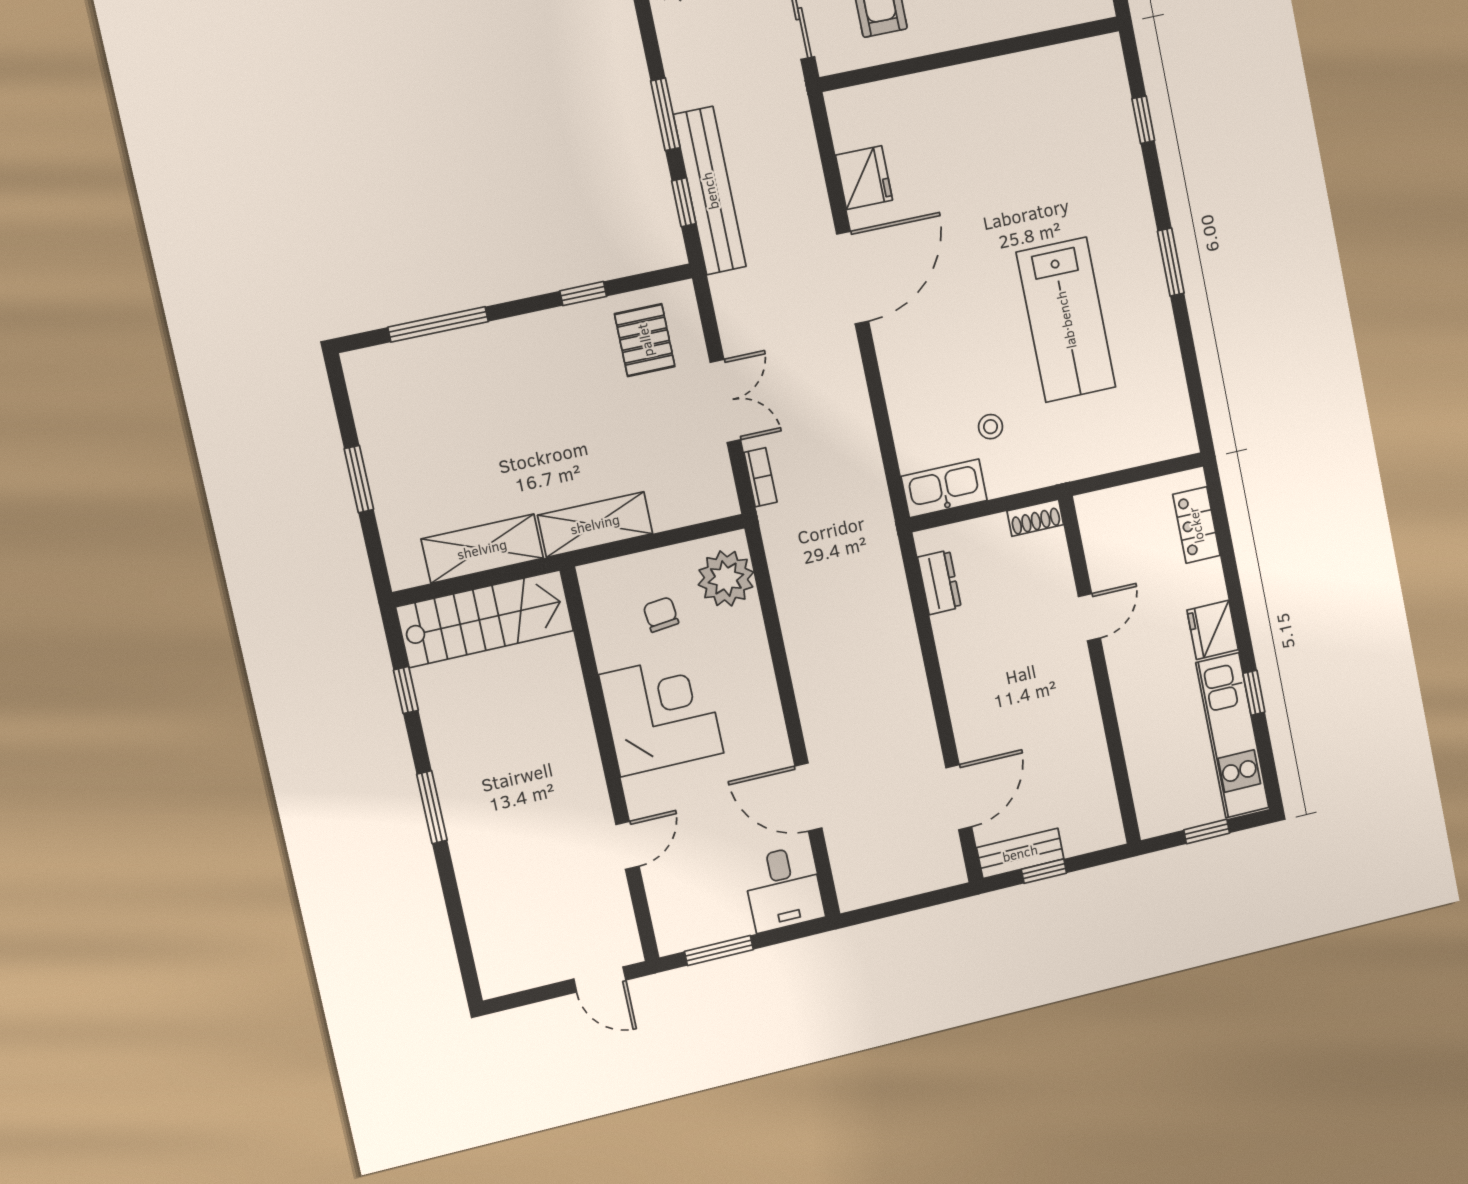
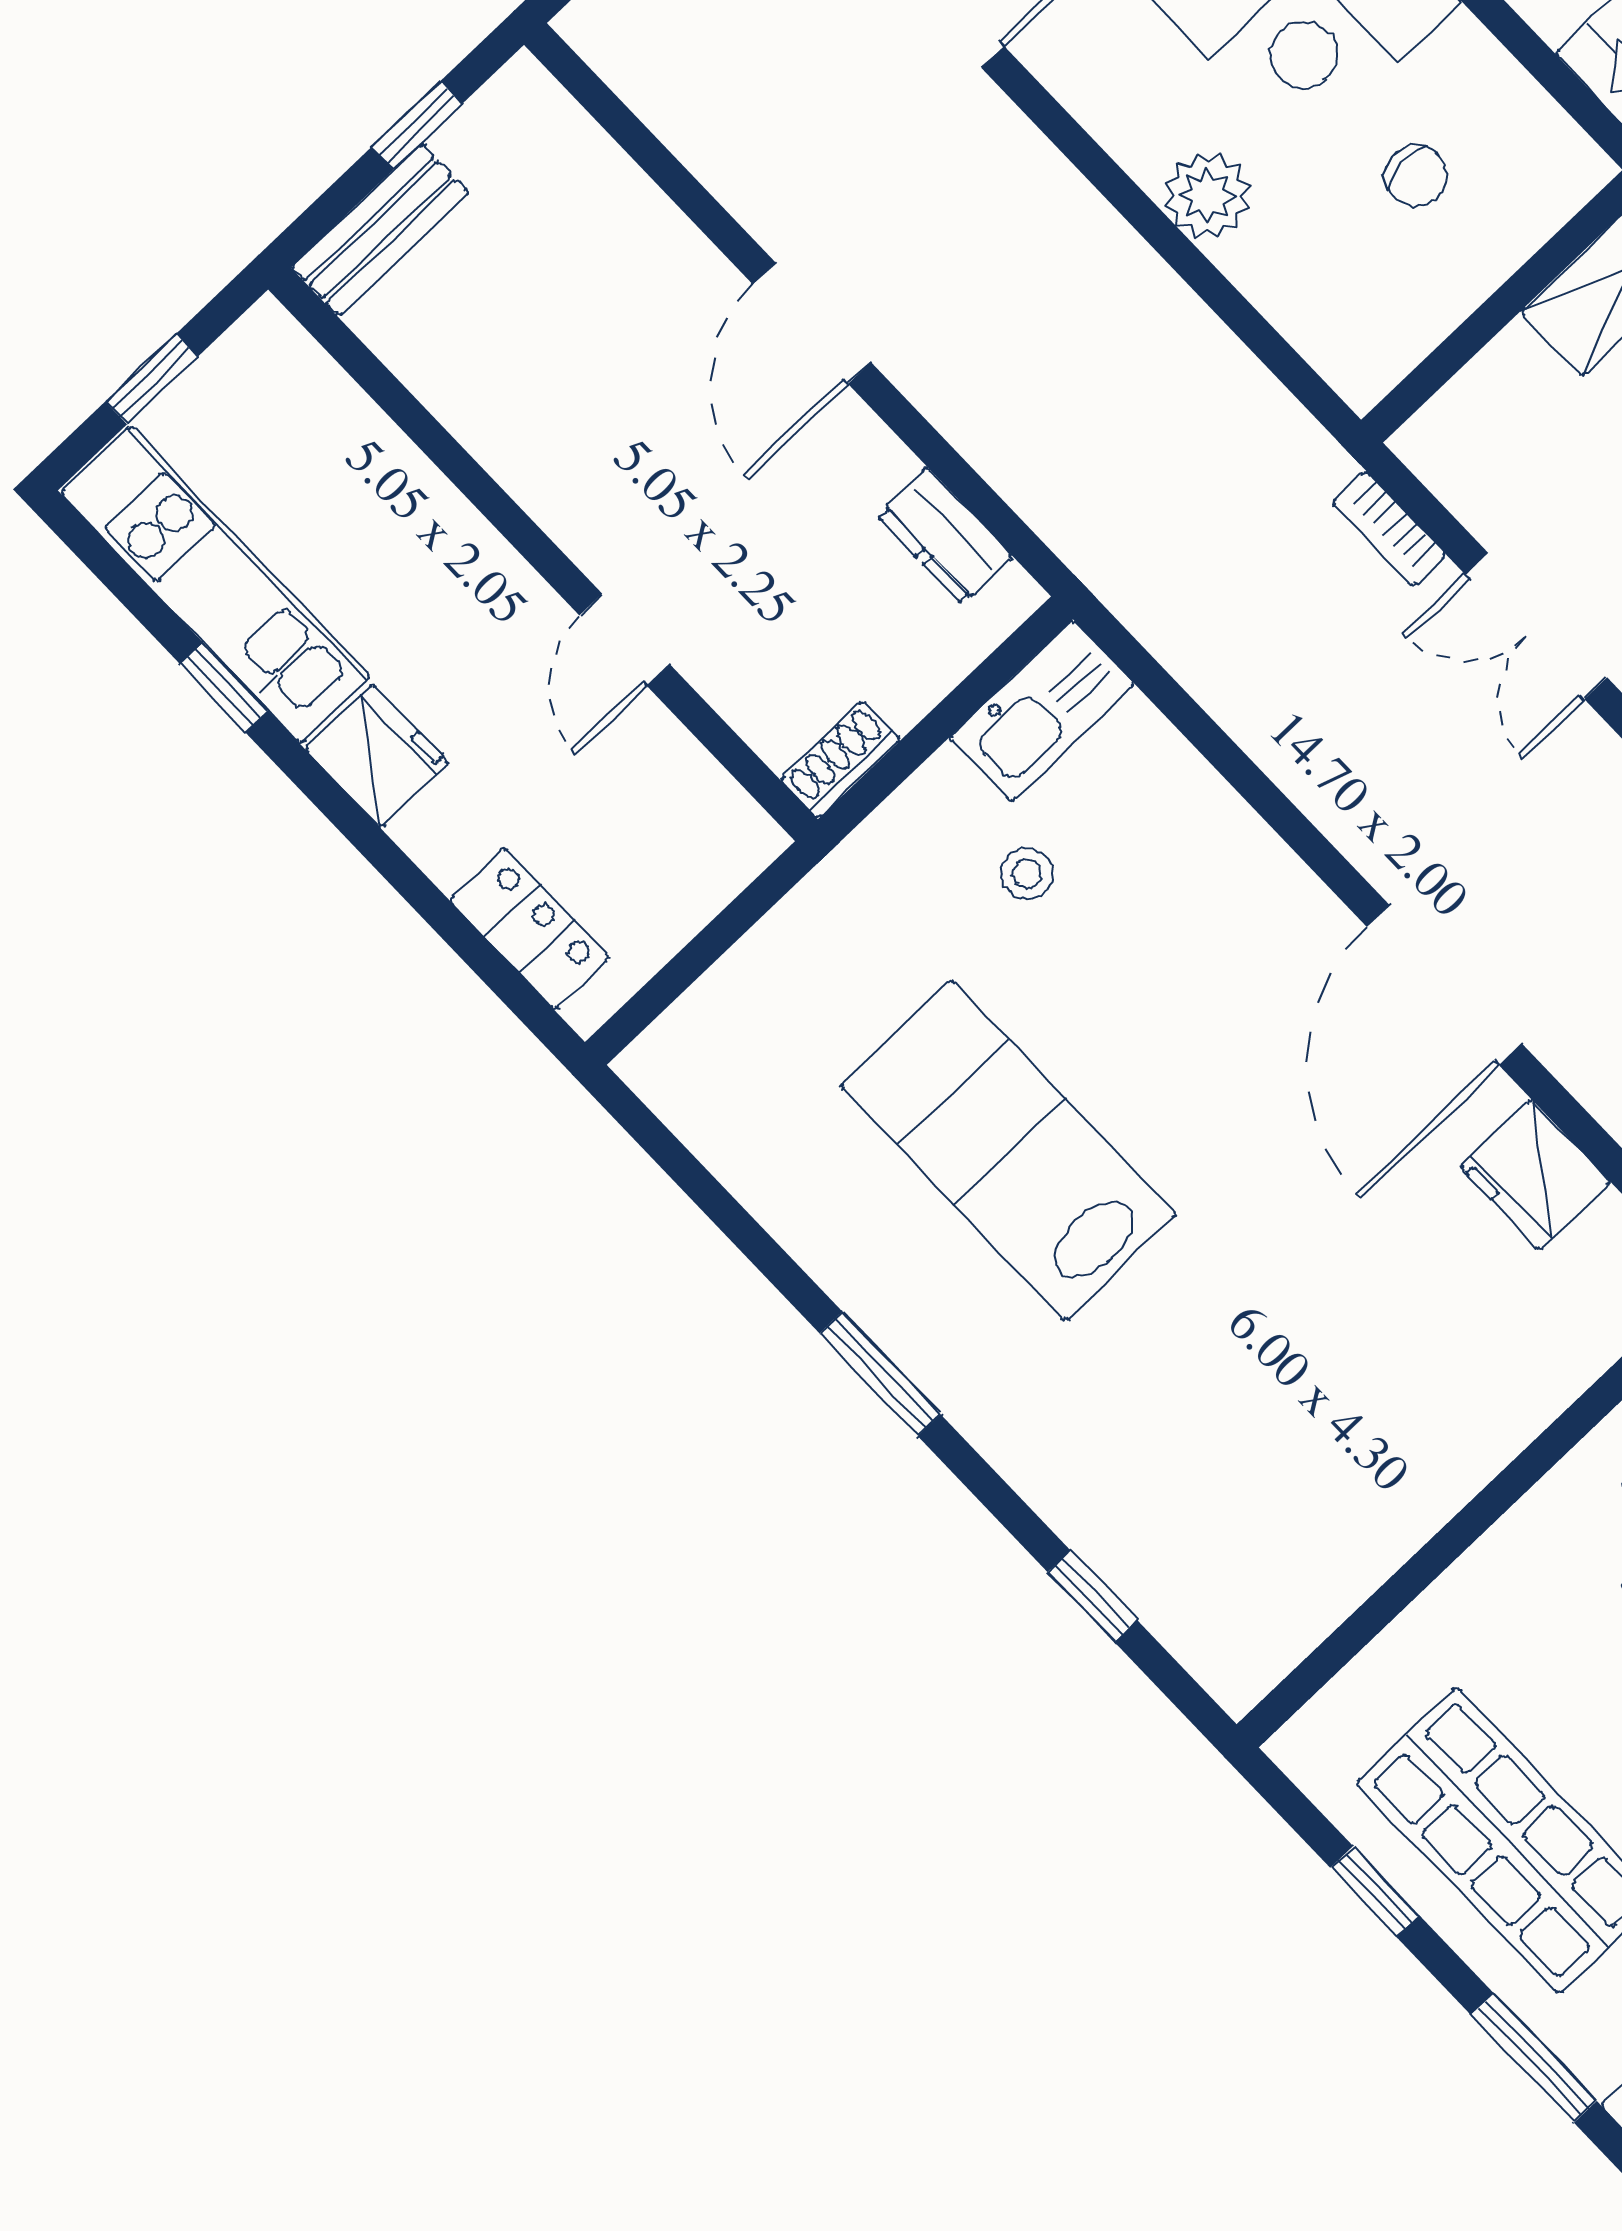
plant: (726, 578) -> (1207, 196), moved, width x0.73, depth x0.73
door: (959, 797) -> (812, 323), moved
bench: (1020, 853) -> (380, 230), moved

